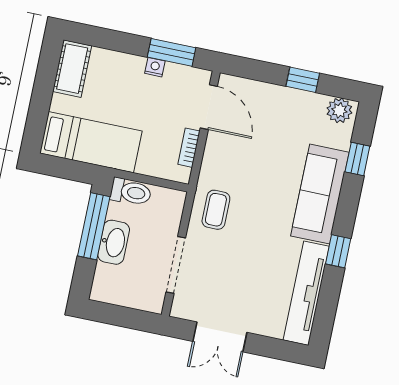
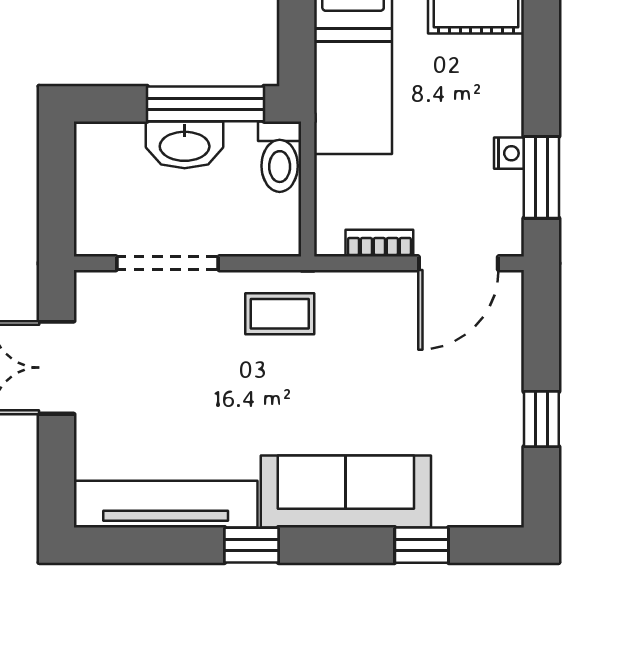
plant: (339, 110) -> (501, 495), removed

